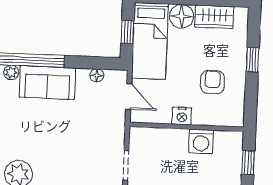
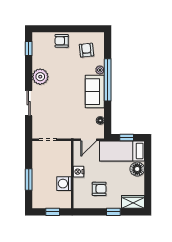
wardrobe: (214, 17) -> (133, 202), moved, turned 90

